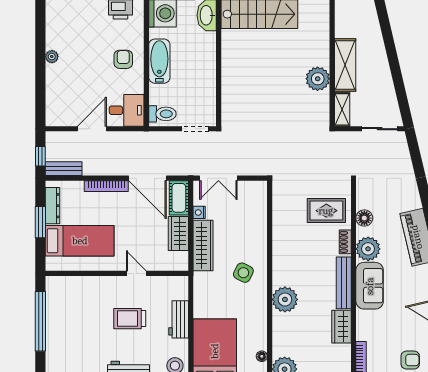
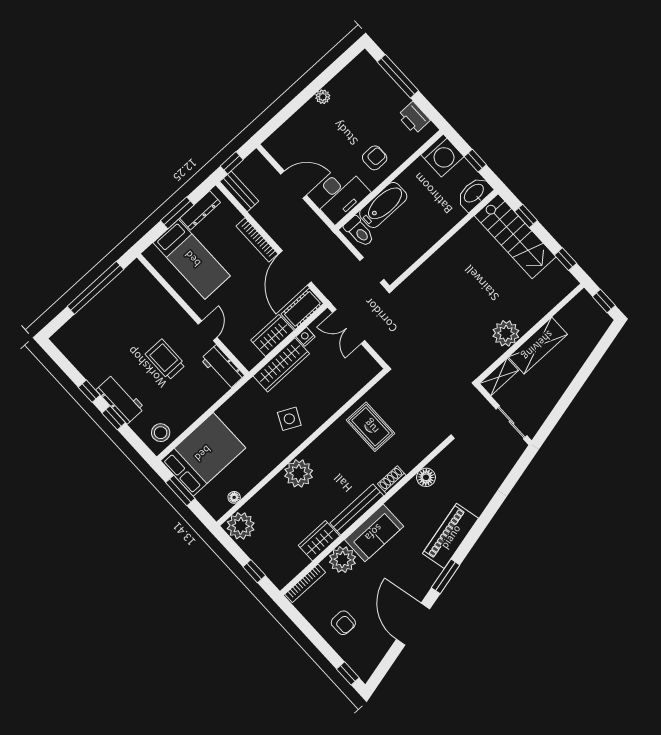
bathtub: (159, 61) -> (383, 205), moved
desk: (127, 110) -> (340, 195), width x1.37
rug: (326, 211) -> (371, 427), moved
plant: (368, 249) -> (342, 560), moved
workbench: (179, 319) -> (222, 367), moved, turned -90

